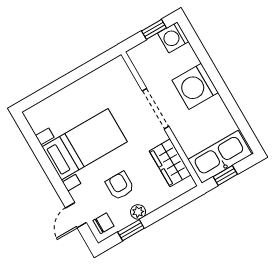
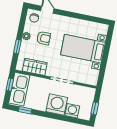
washing machine: (173, 37) -> (72, 111), moved
window: (242, 123) -> (25, 110), added
bed with nightstands: (85, 144) -> (83, 49), moved, turned 90
window: (131, 230) -> (17, 47), moved

